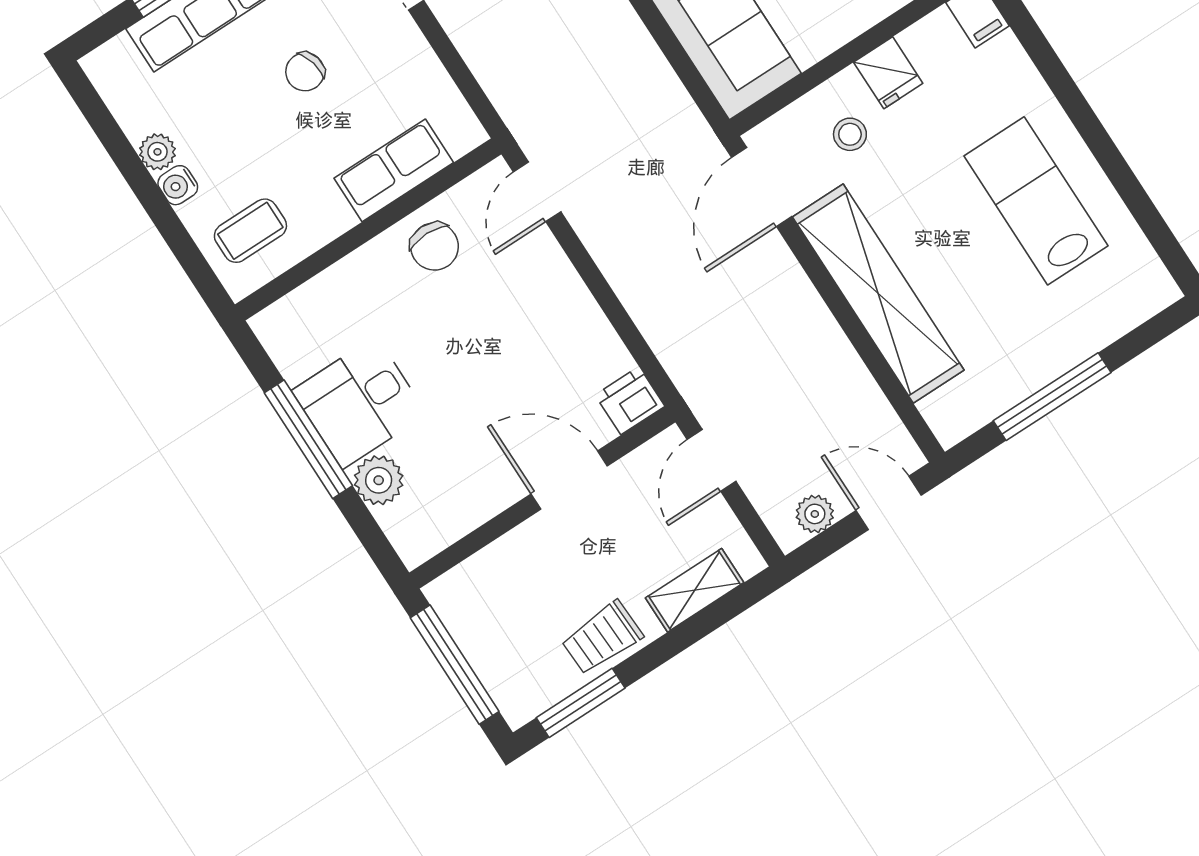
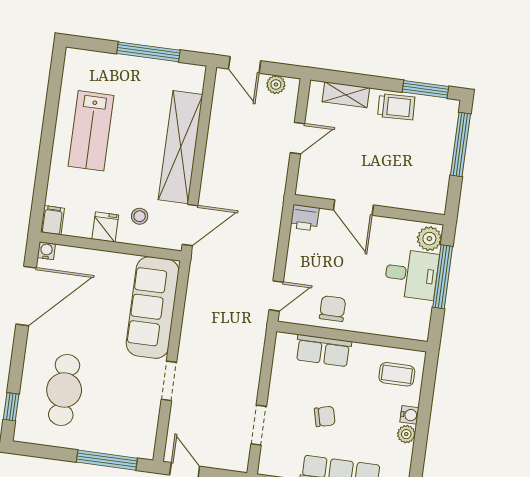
printer: (630, 401) -> (305, 218), moved
door: (569, 480) -> (353, 208), moved
wall: (542, 497) -> (369, 210), moved

